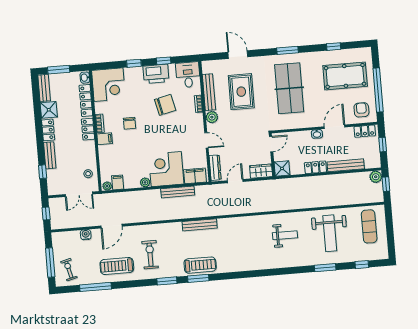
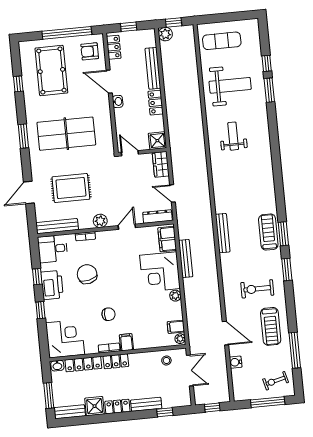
bench: (209, 92) -> (57, 226), moved
window: (362, 265) -> (267, 63), moved

